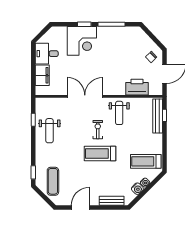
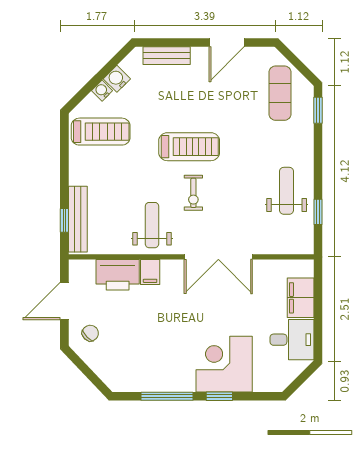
filing cabinet: (120, 89) -> (150, 272), added

